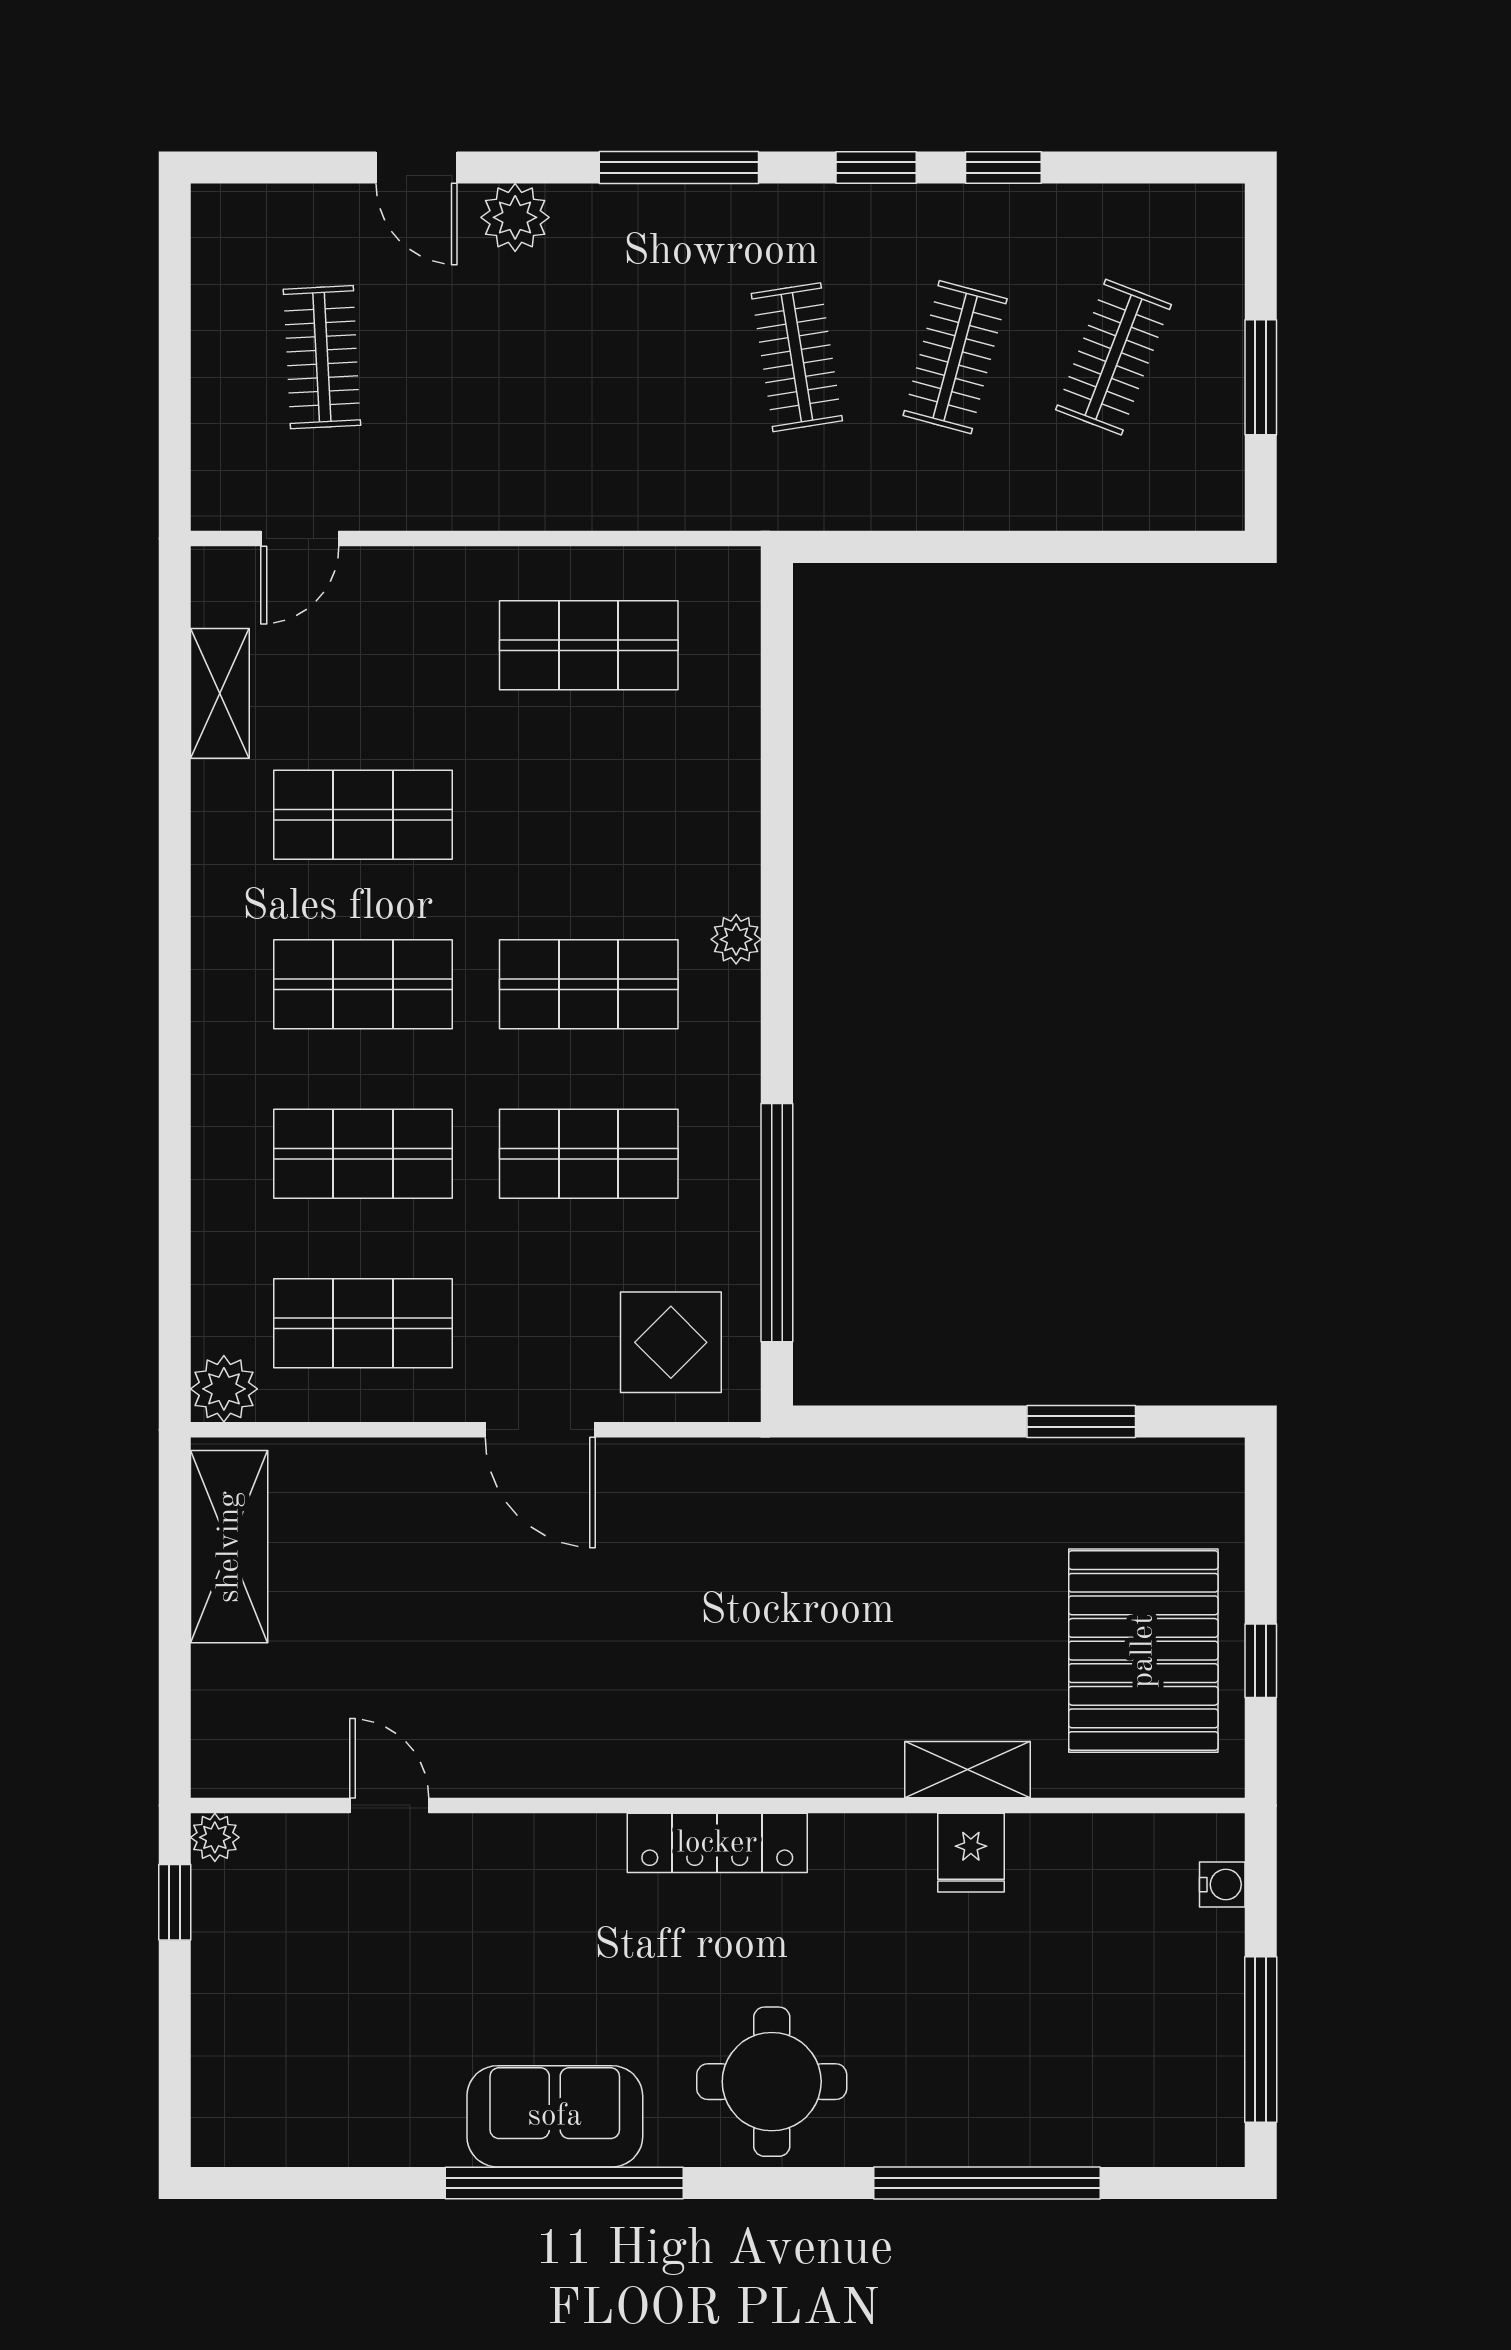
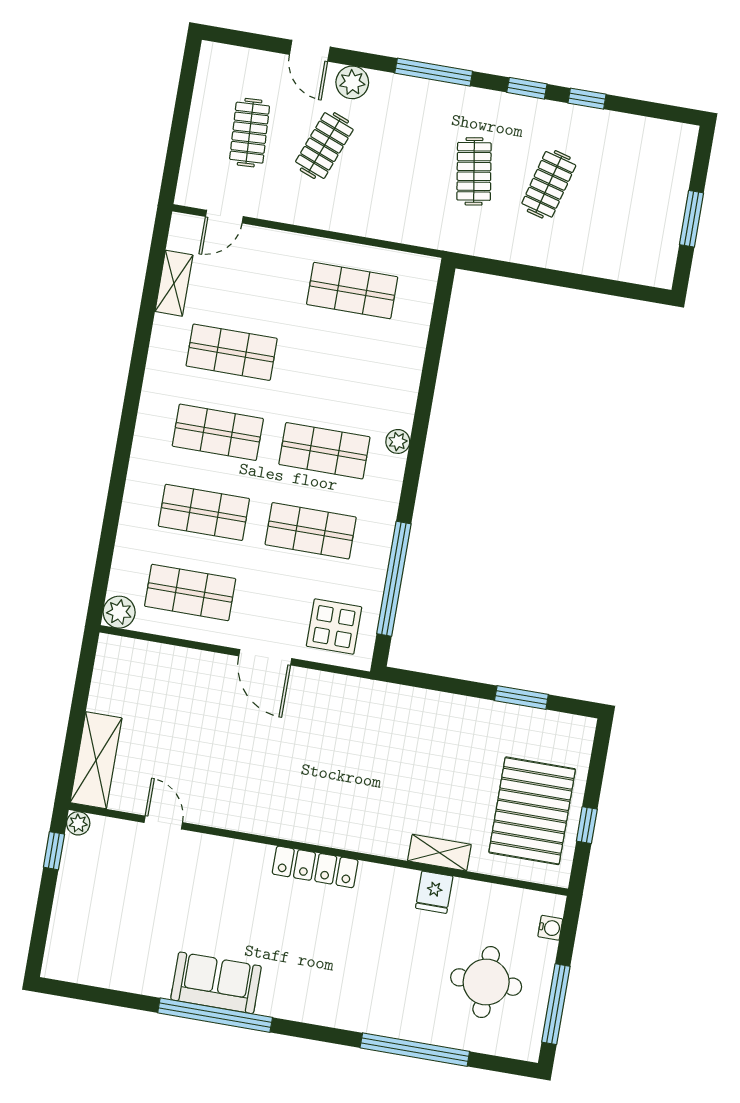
clothes rail: (1114, 357) -> (324, 146), moved
shelving: (229, 1547) -> (96, 760), moved
round table: (772, 2082) -> (486, 982), moved

